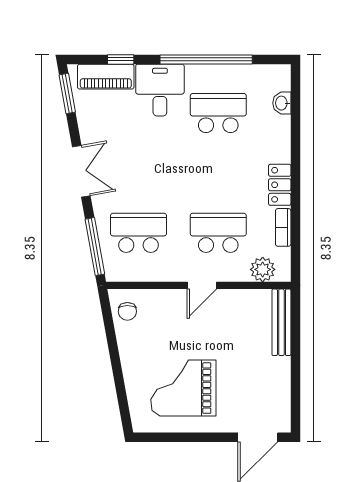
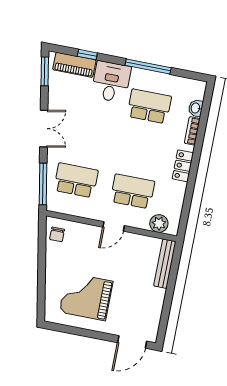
window: (206, 59) -> (148, 67), width x0.68
bookcase: (283, 227) -> (192, 131), moved

